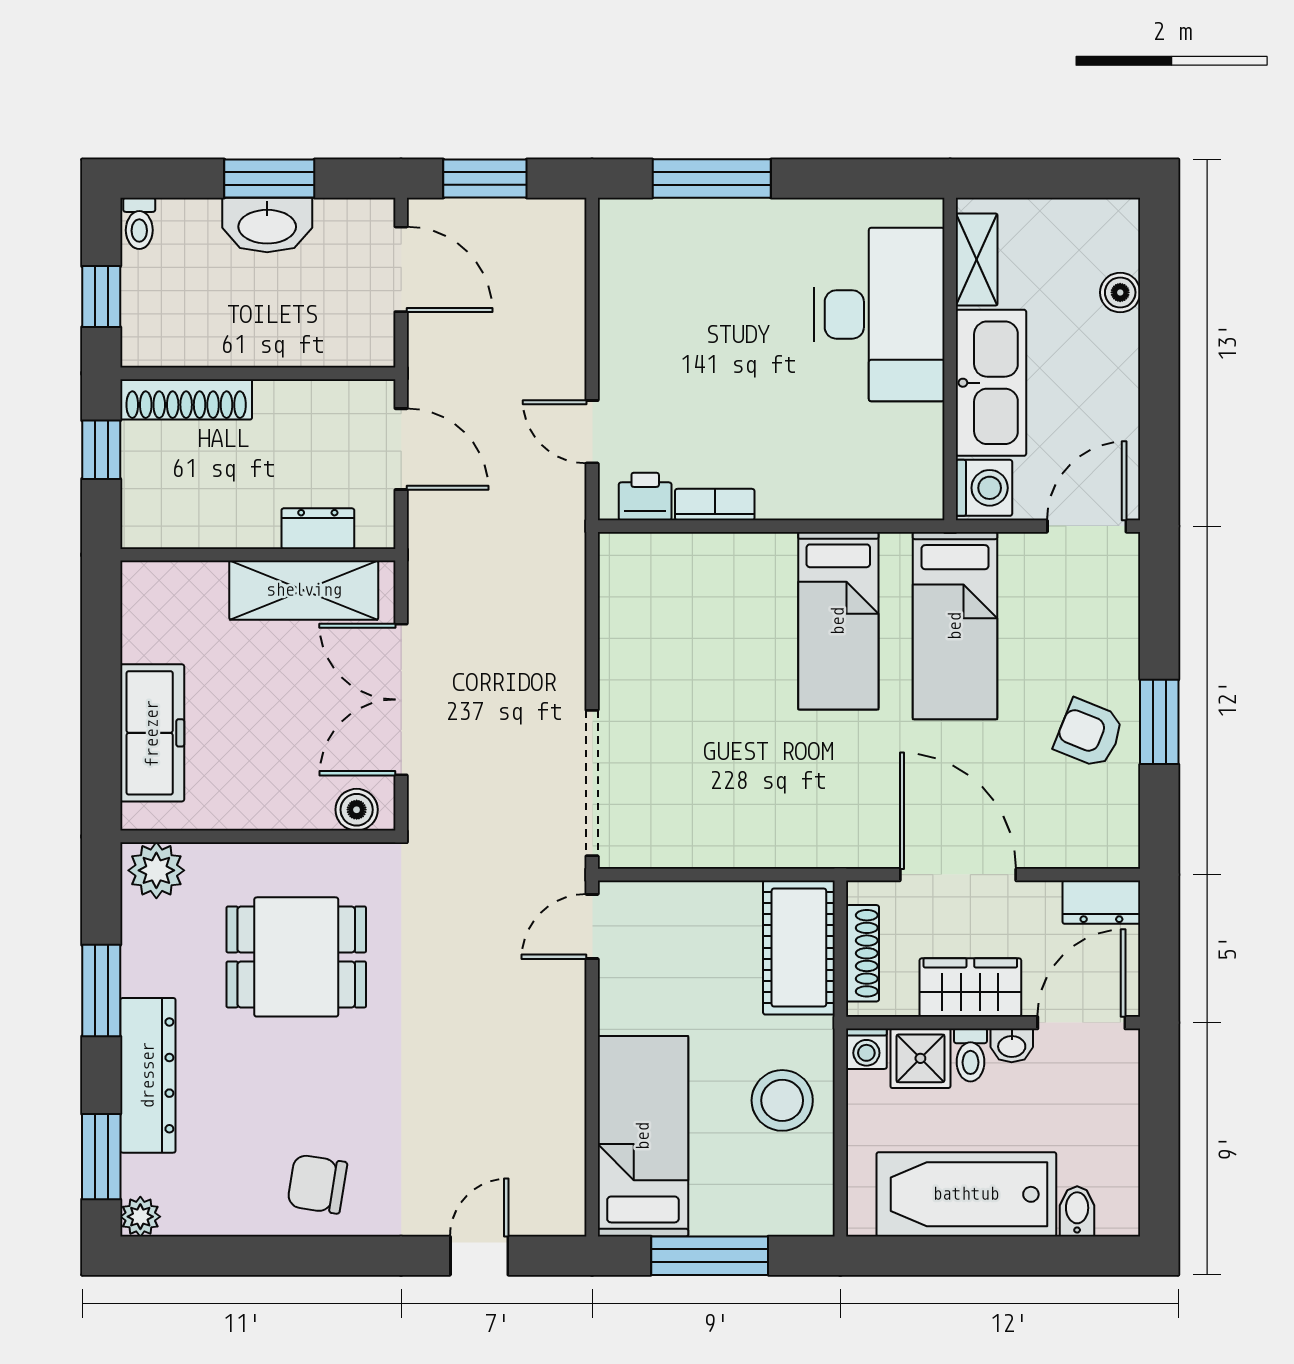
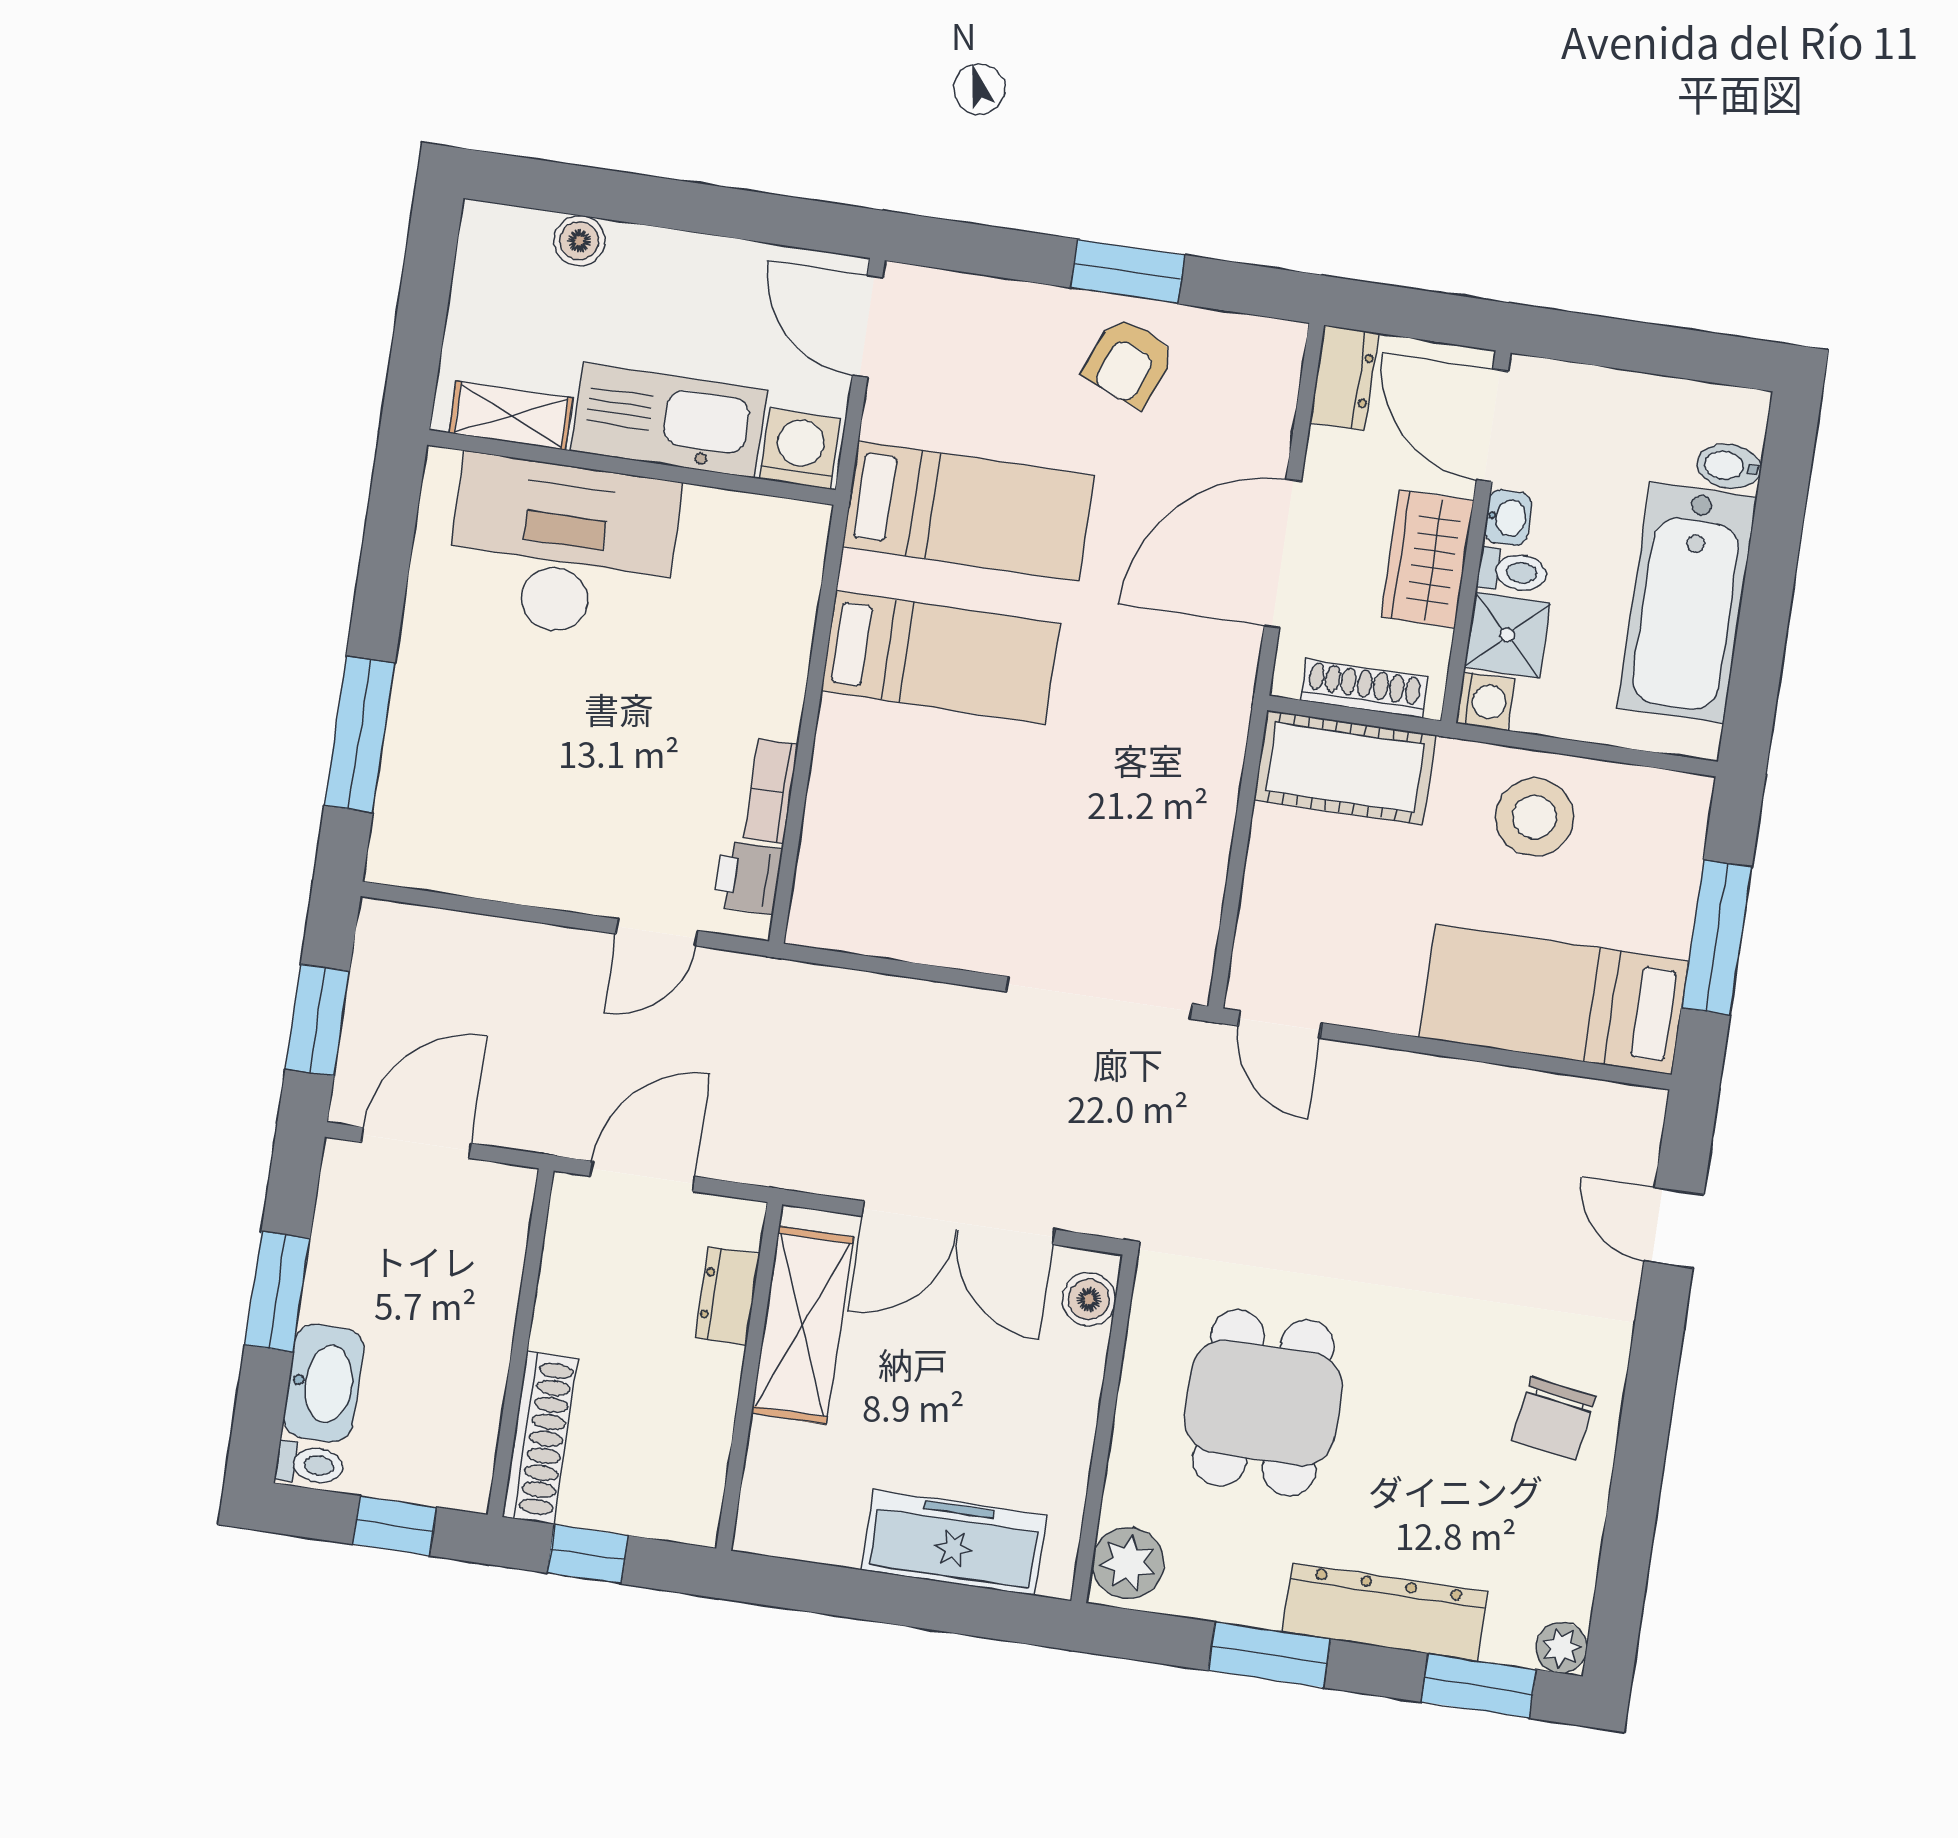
washbasin: (267, 225) -> (324, 1383), moved

